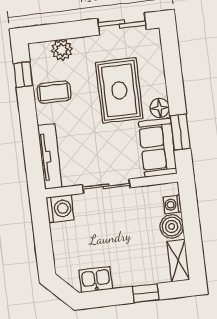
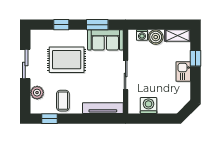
sliding door: (122, 24) -> (25, 64), moved
window: (173, 75) -> (61, 25), added
floor lamp: (160, 108) -> (81, 36), removed
washing machine: (60, 209) -> (148, 106), moved
kitchen sink: (96, 280) -> (183, 72), moved

